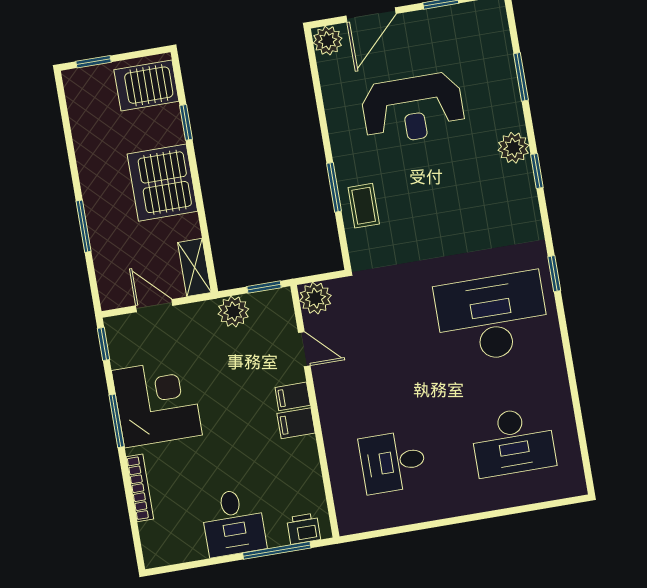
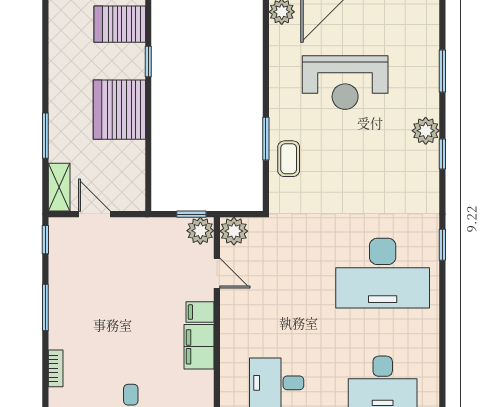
shelving: (195, 267) -> (59, 187), moved
plant: (233, 312) -> (200, 231), moved
desk: (492, 317) -> (383, 273), turned 180
corner desk: (157, 403) -> (83, 298), removed
filing cabinet: (296, 423) -> (199, 347), width x2.00
bookcase: (140, 488) -> (56, 368), width x0.64

